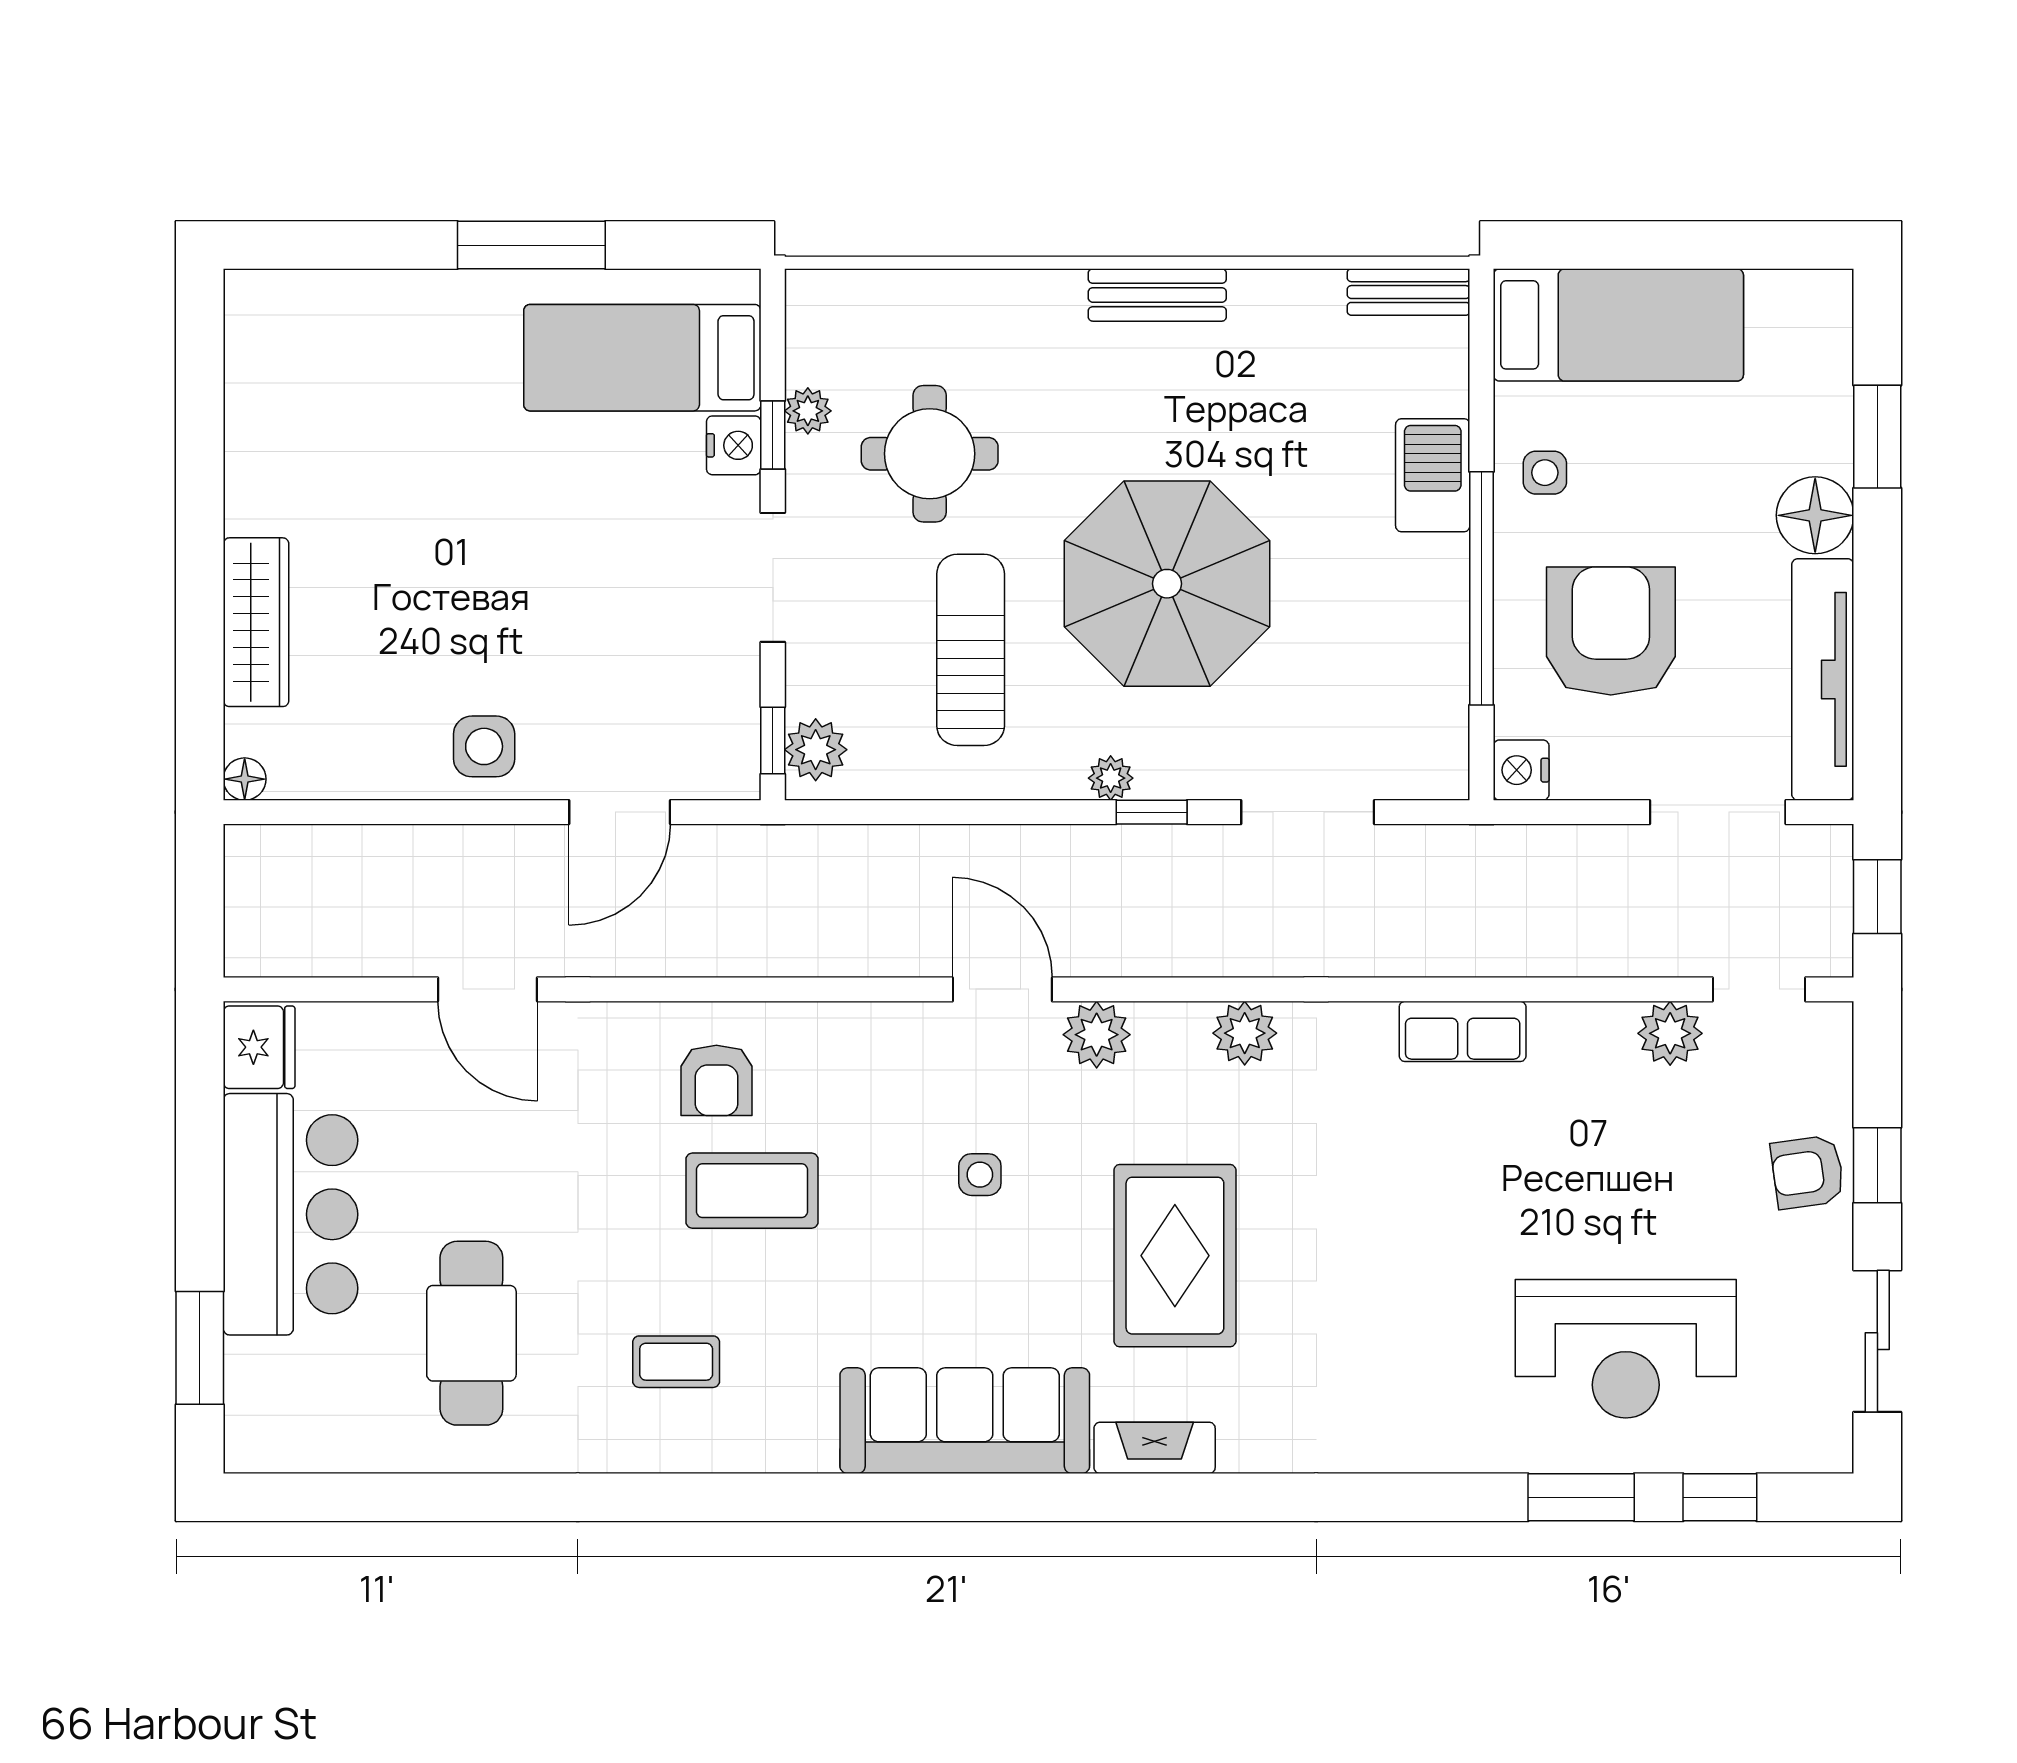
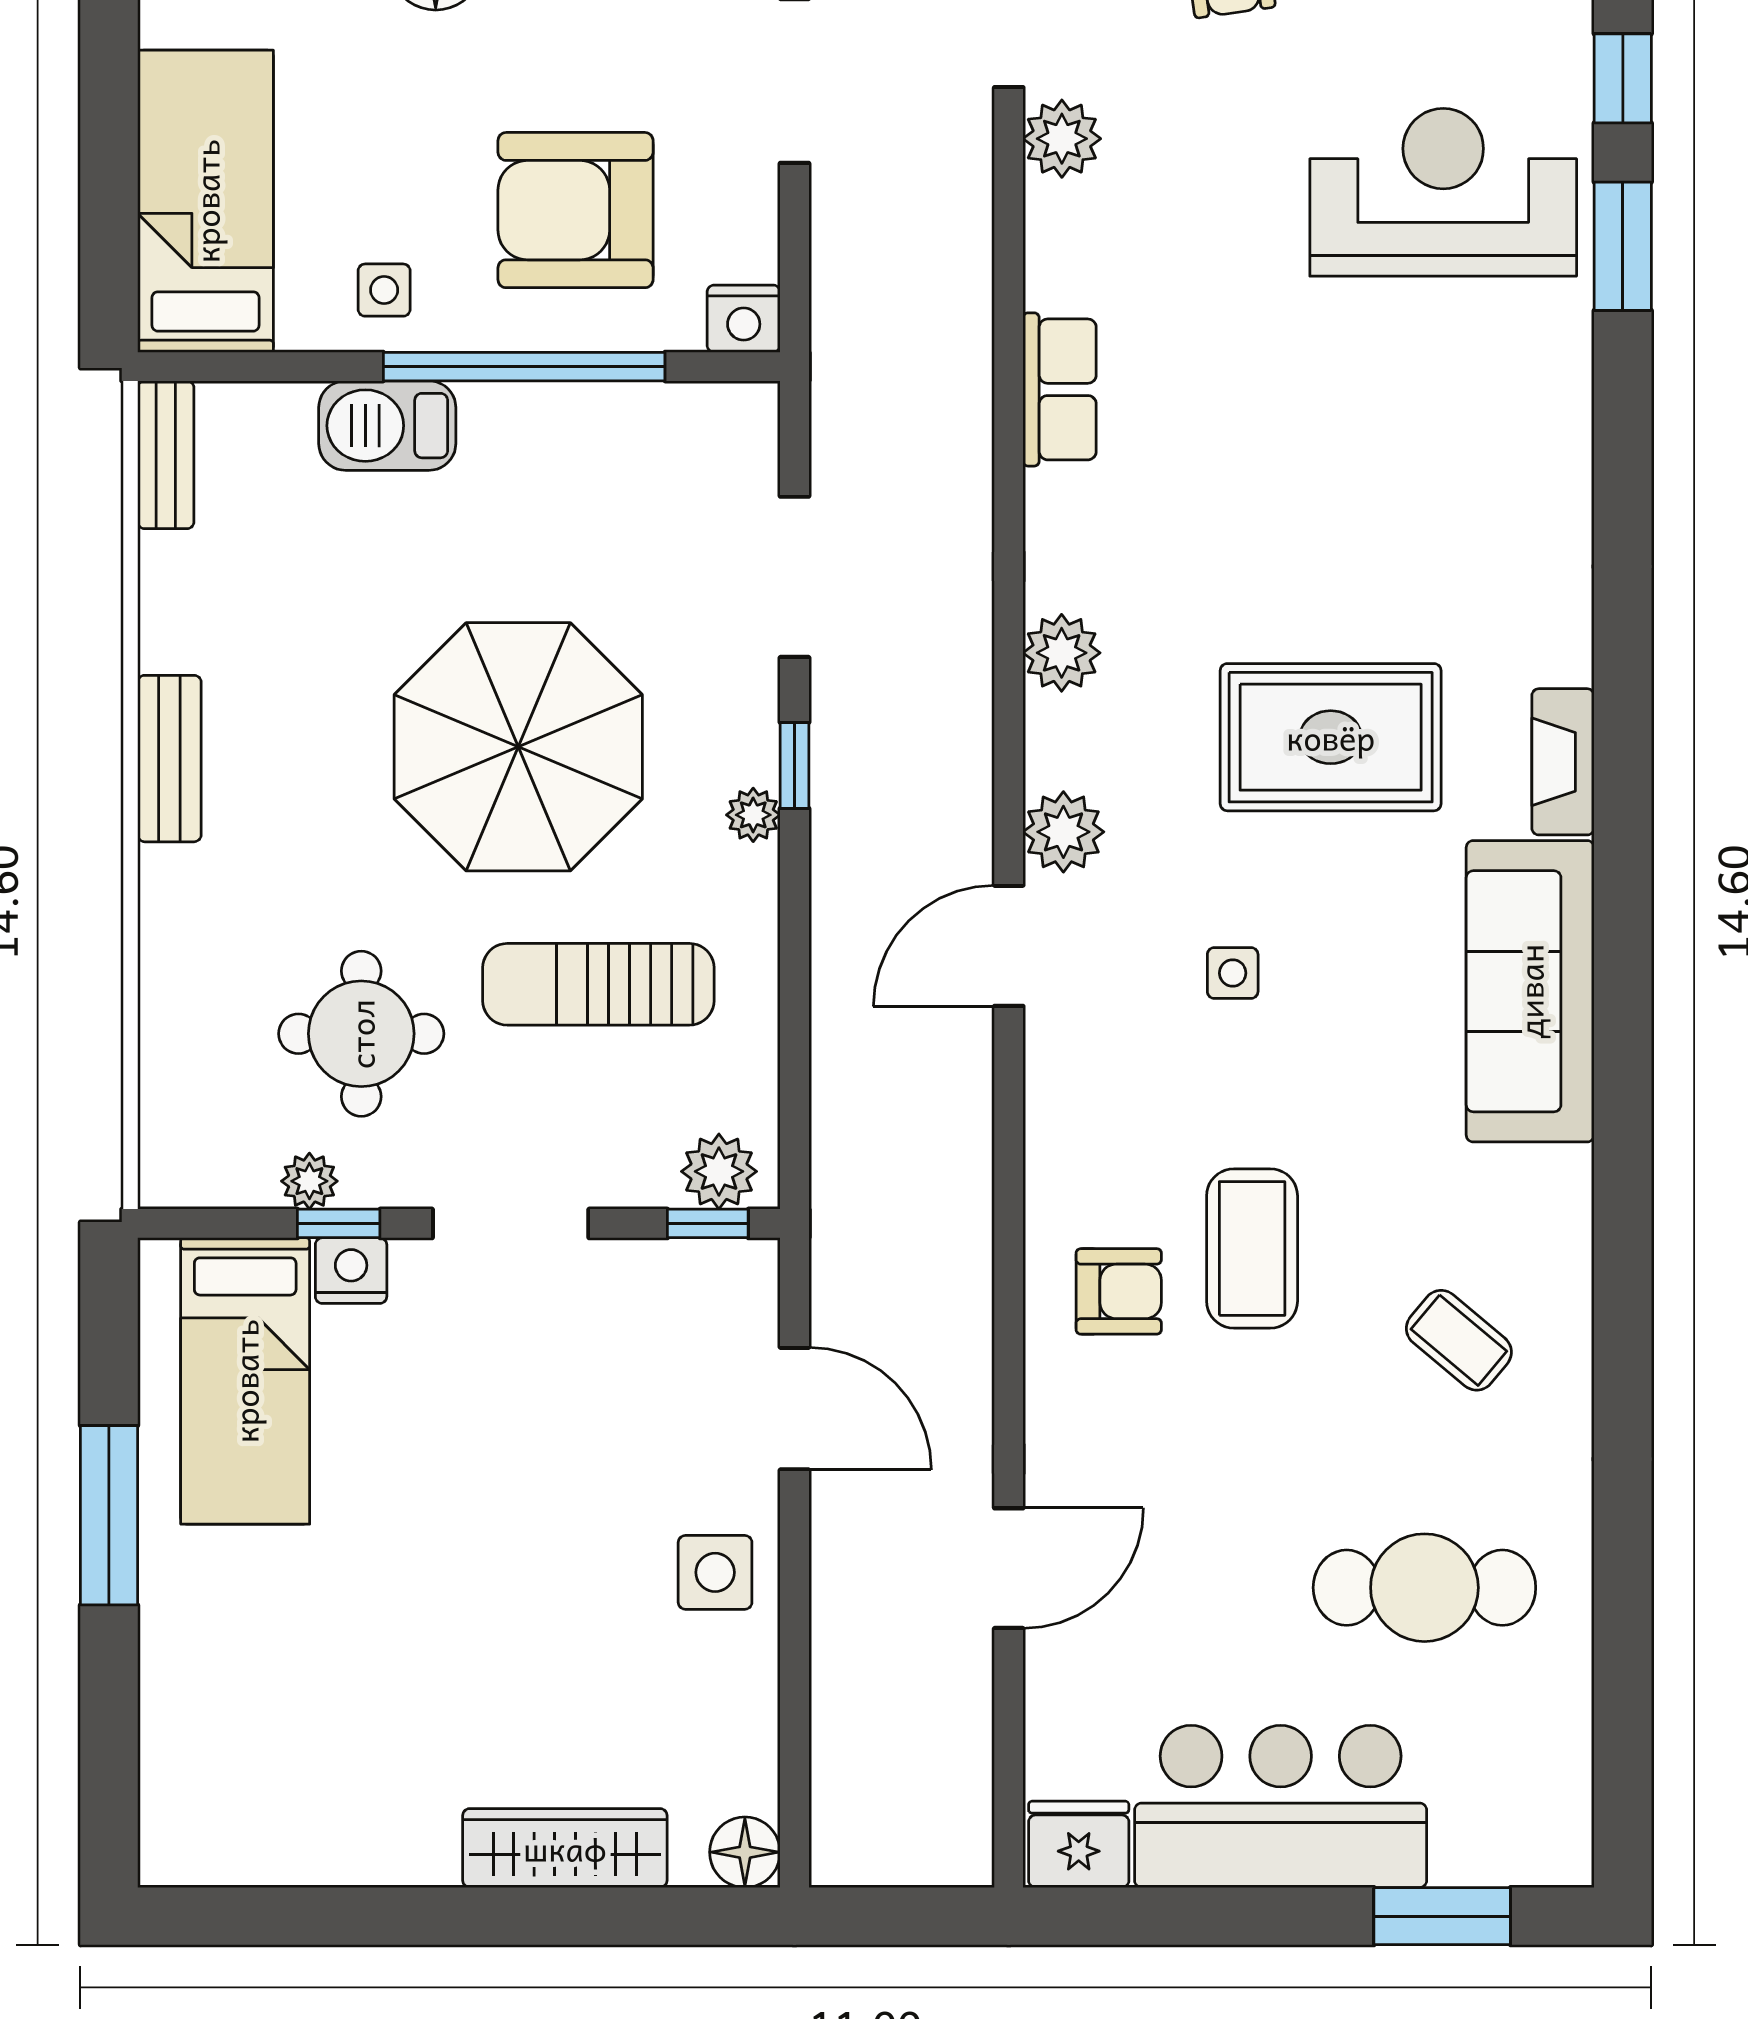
floor lamp: (245, 779) -> (745, 1852), width x1.37, depth x1.37
reception desk: (1626, 1349) -> (1443, 192), turned -90
coffee table: (676, 1362) -> (1459, 1340), turned -50

